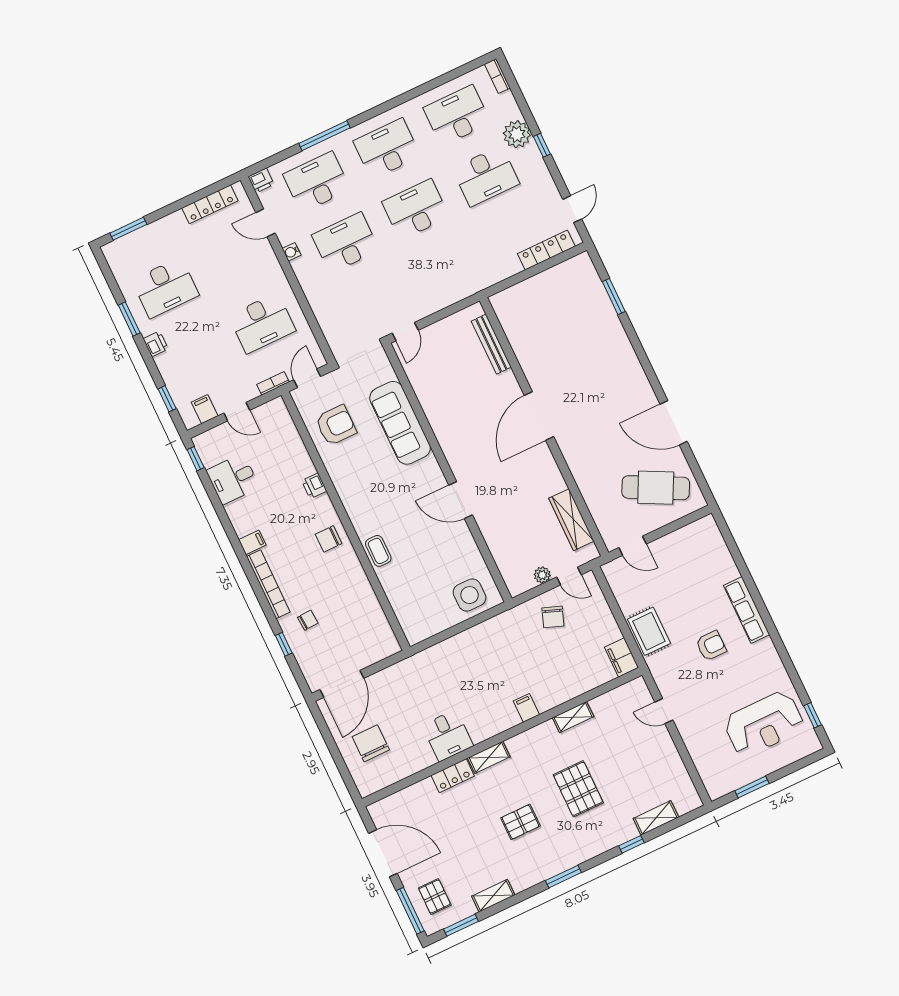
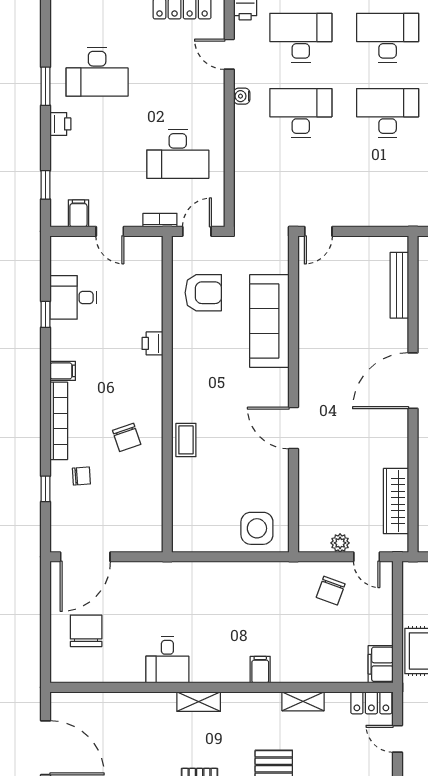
window: (196, 459) -> (46, 314), moved
chair: (329, 539) -> (127, 437), moved, turned -109
locker: (453, 776) -> (371, 703), moved

